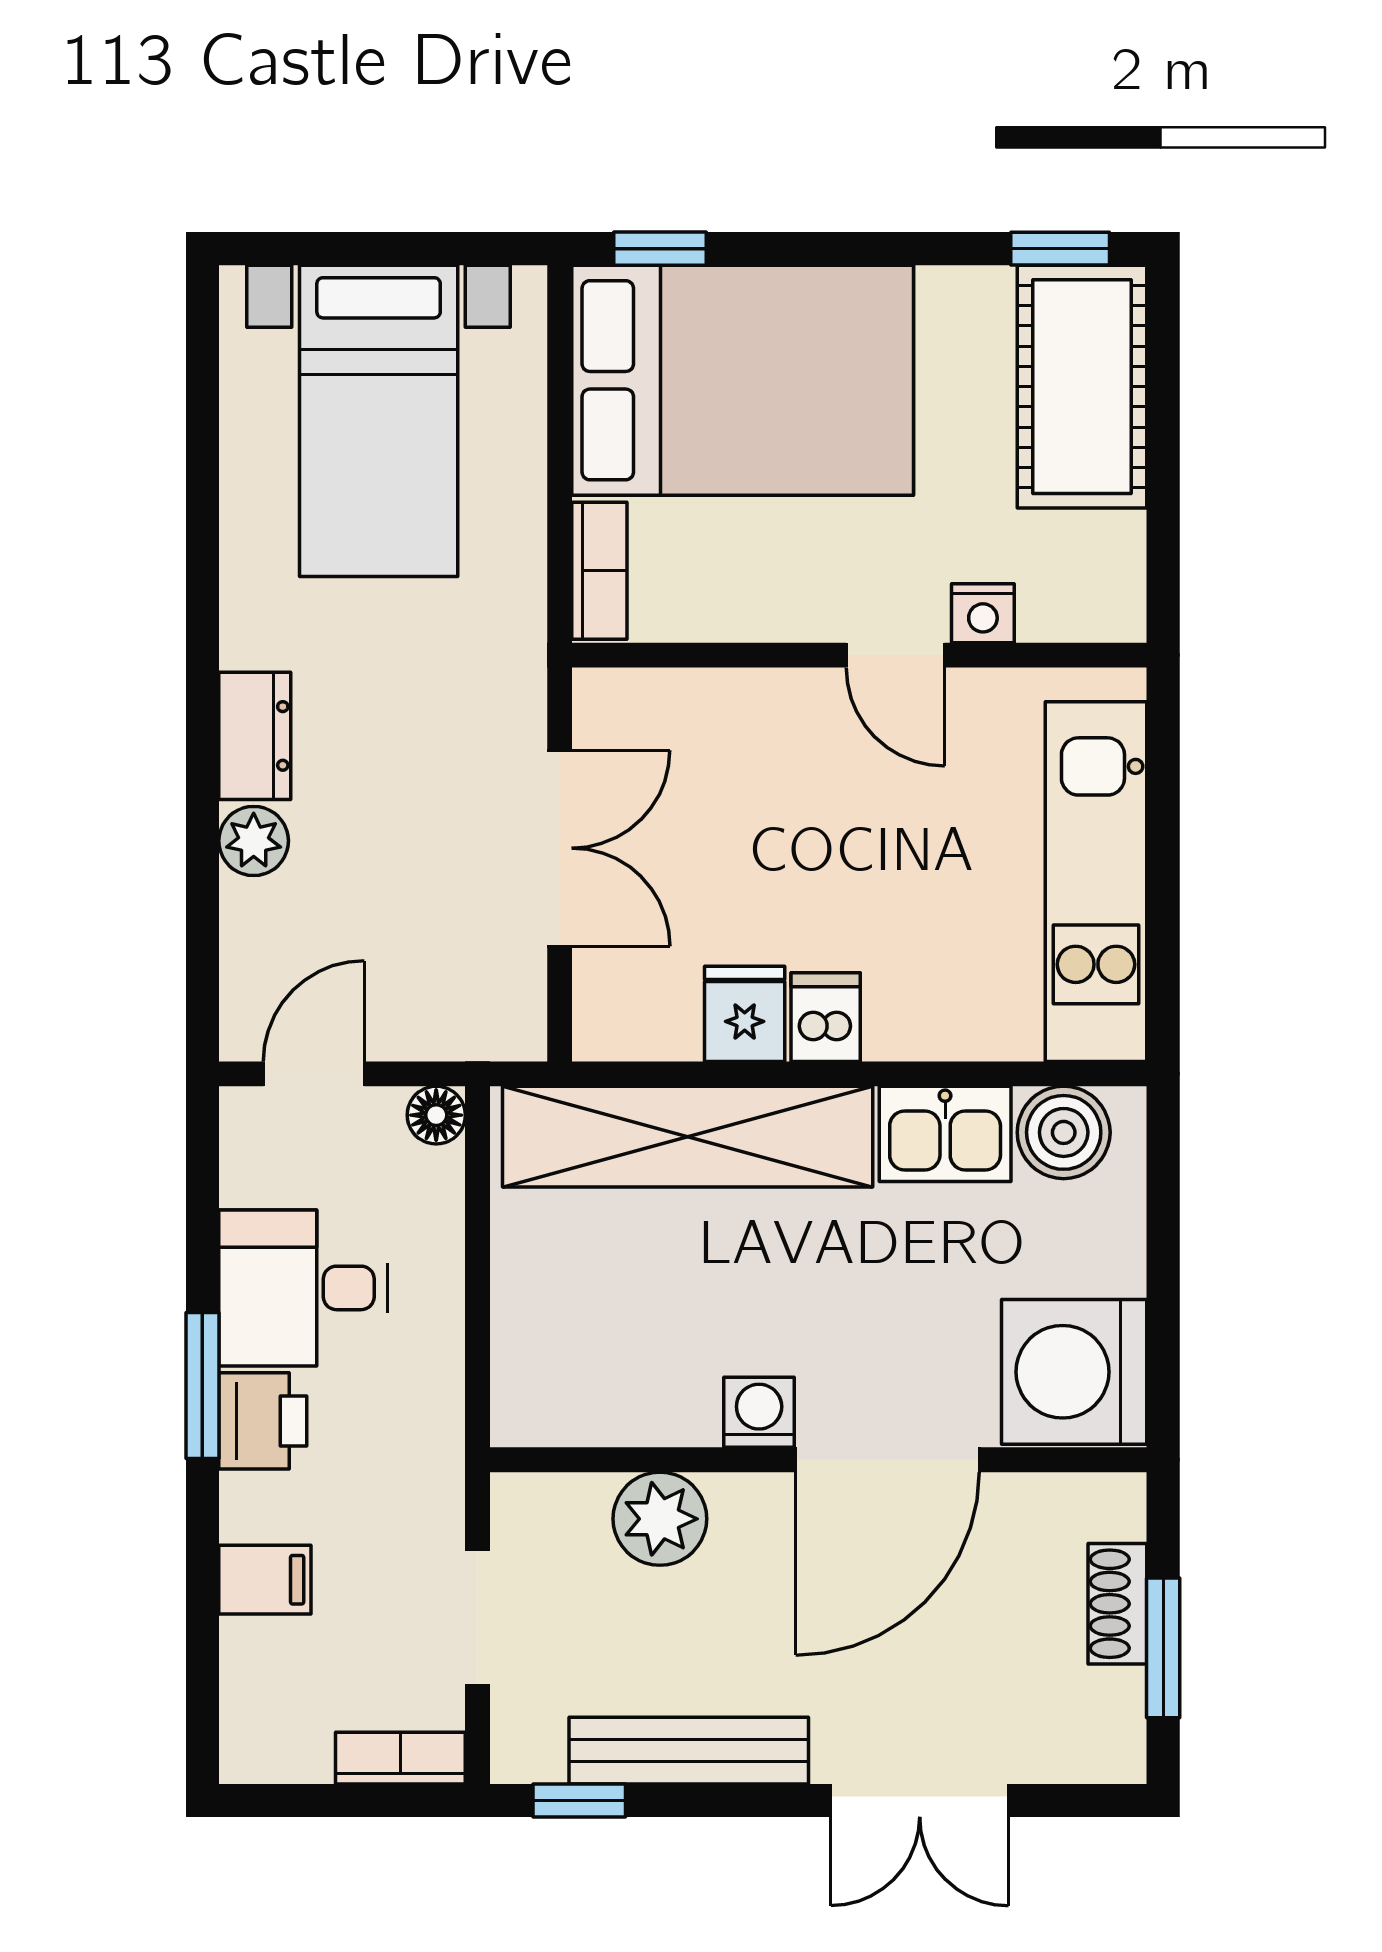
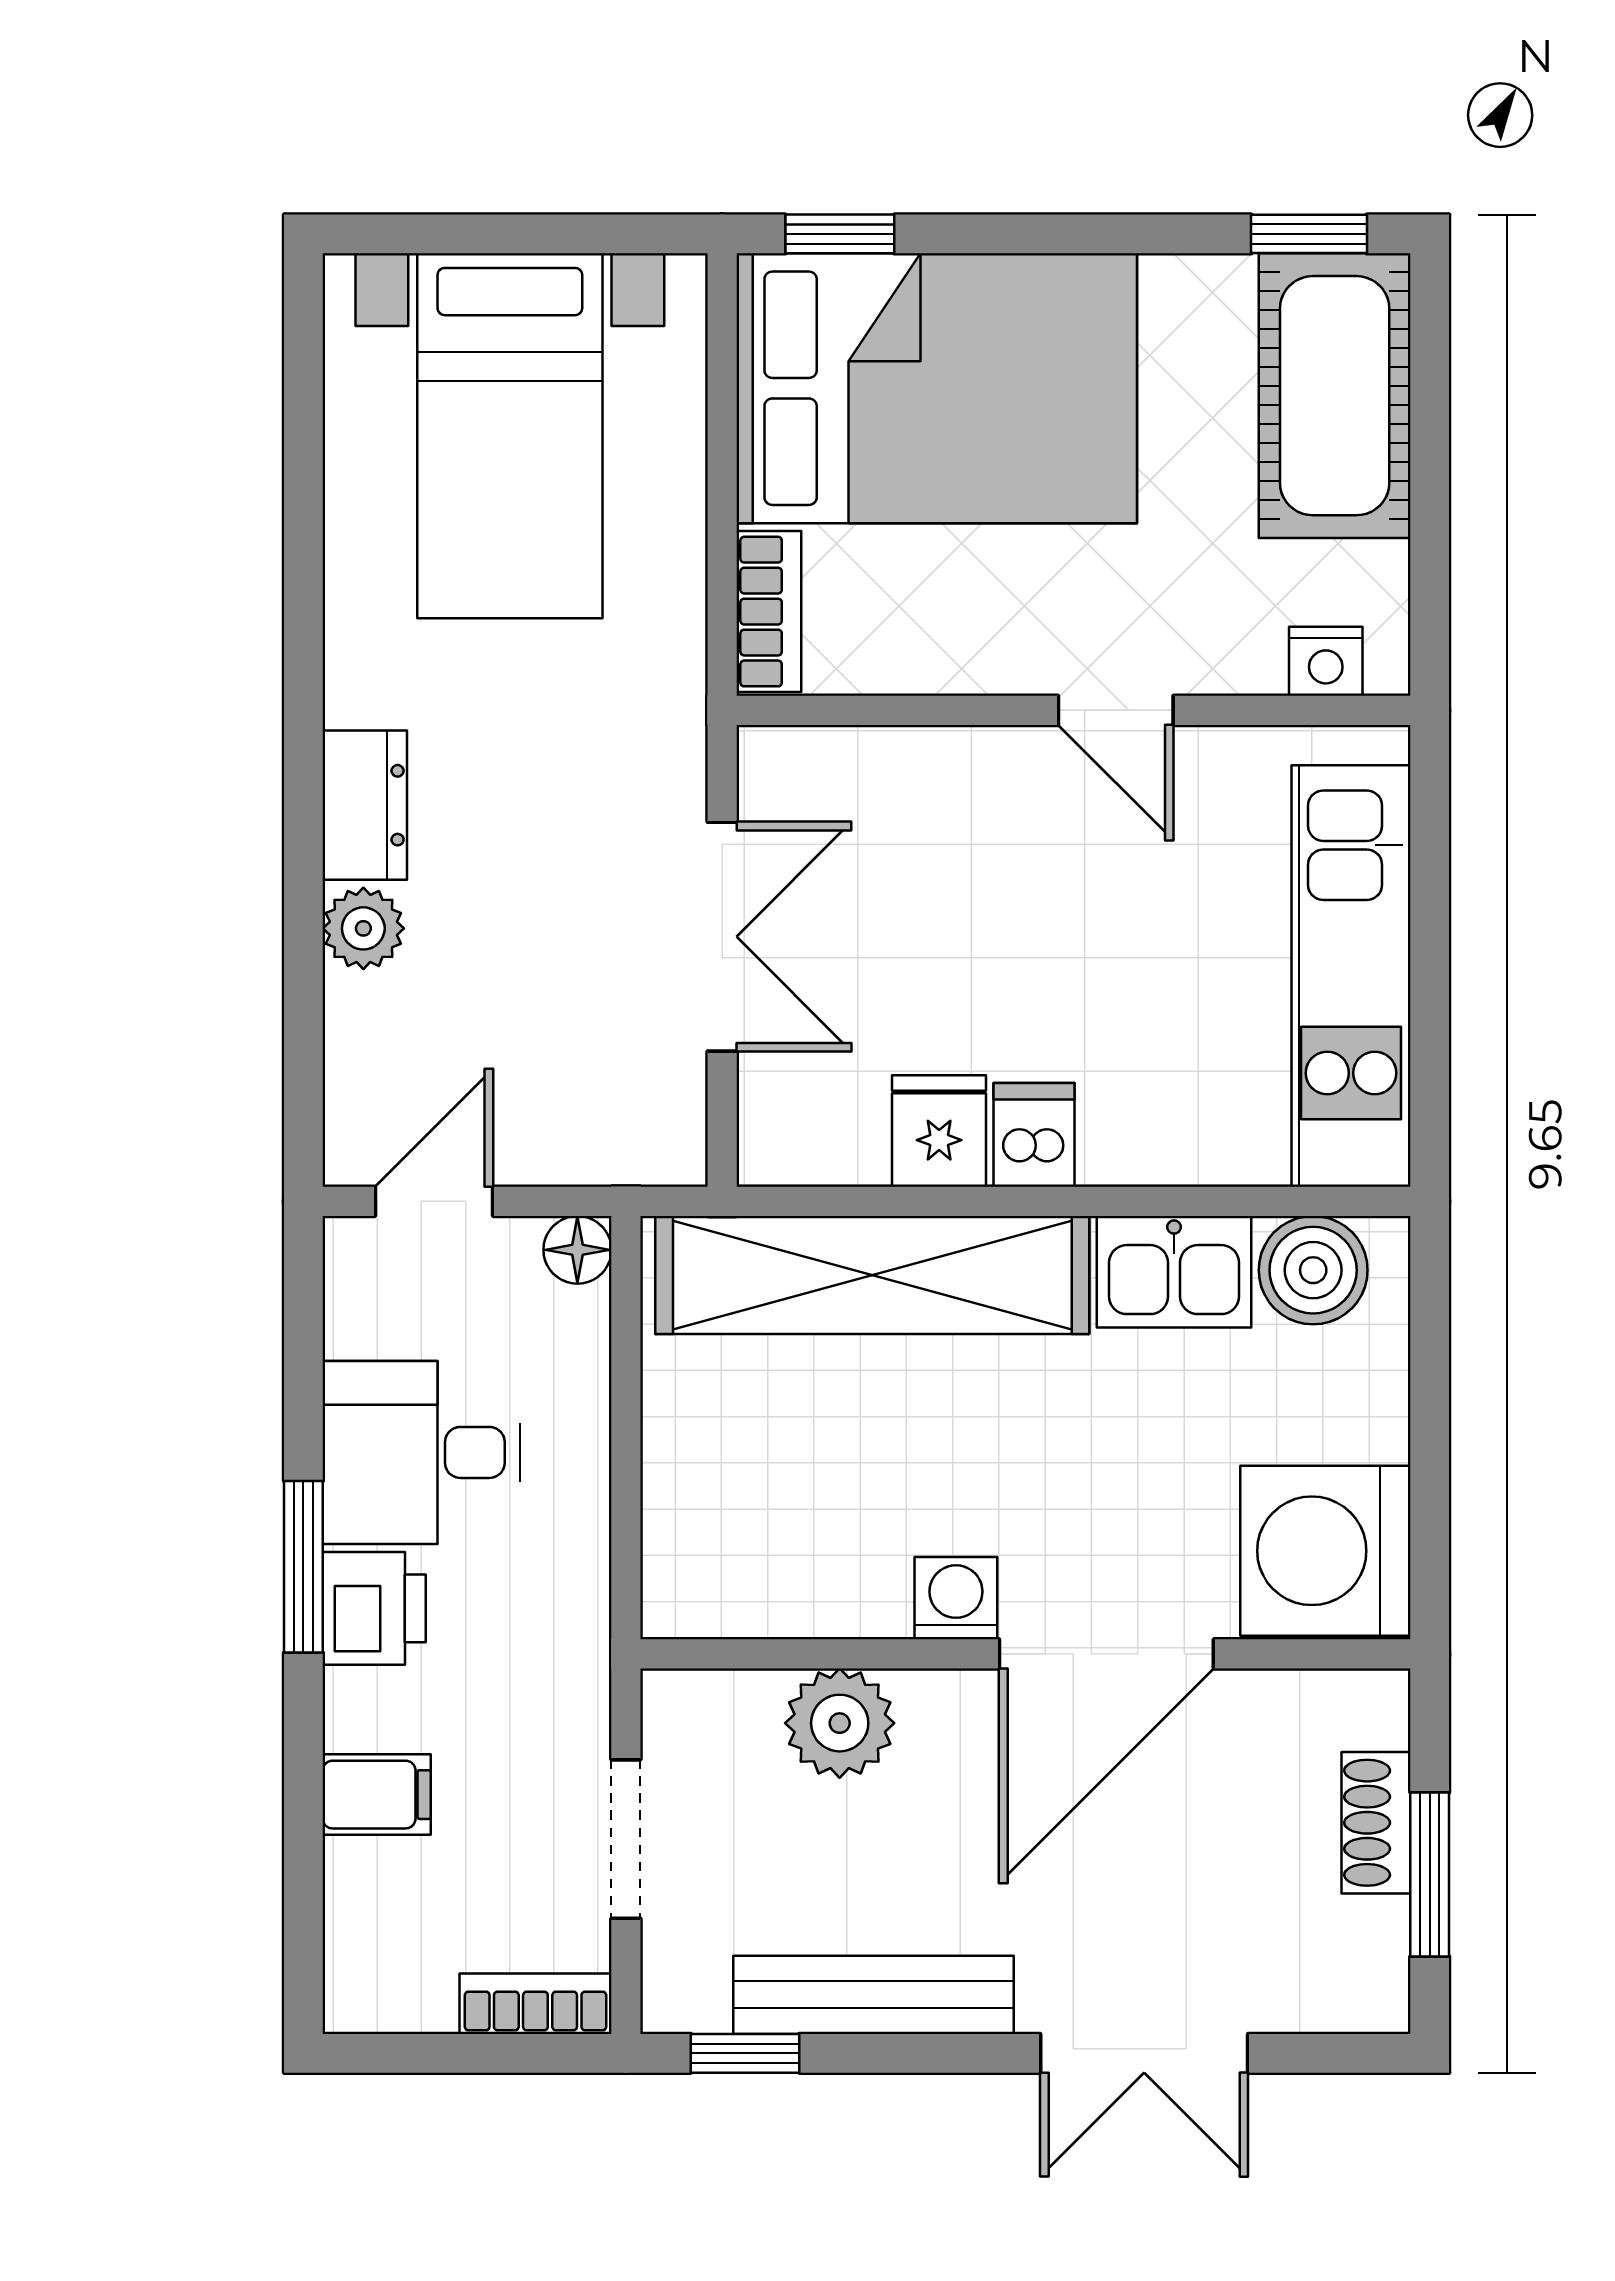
nightstand: (983, 613) -> (1326, 661), moved

